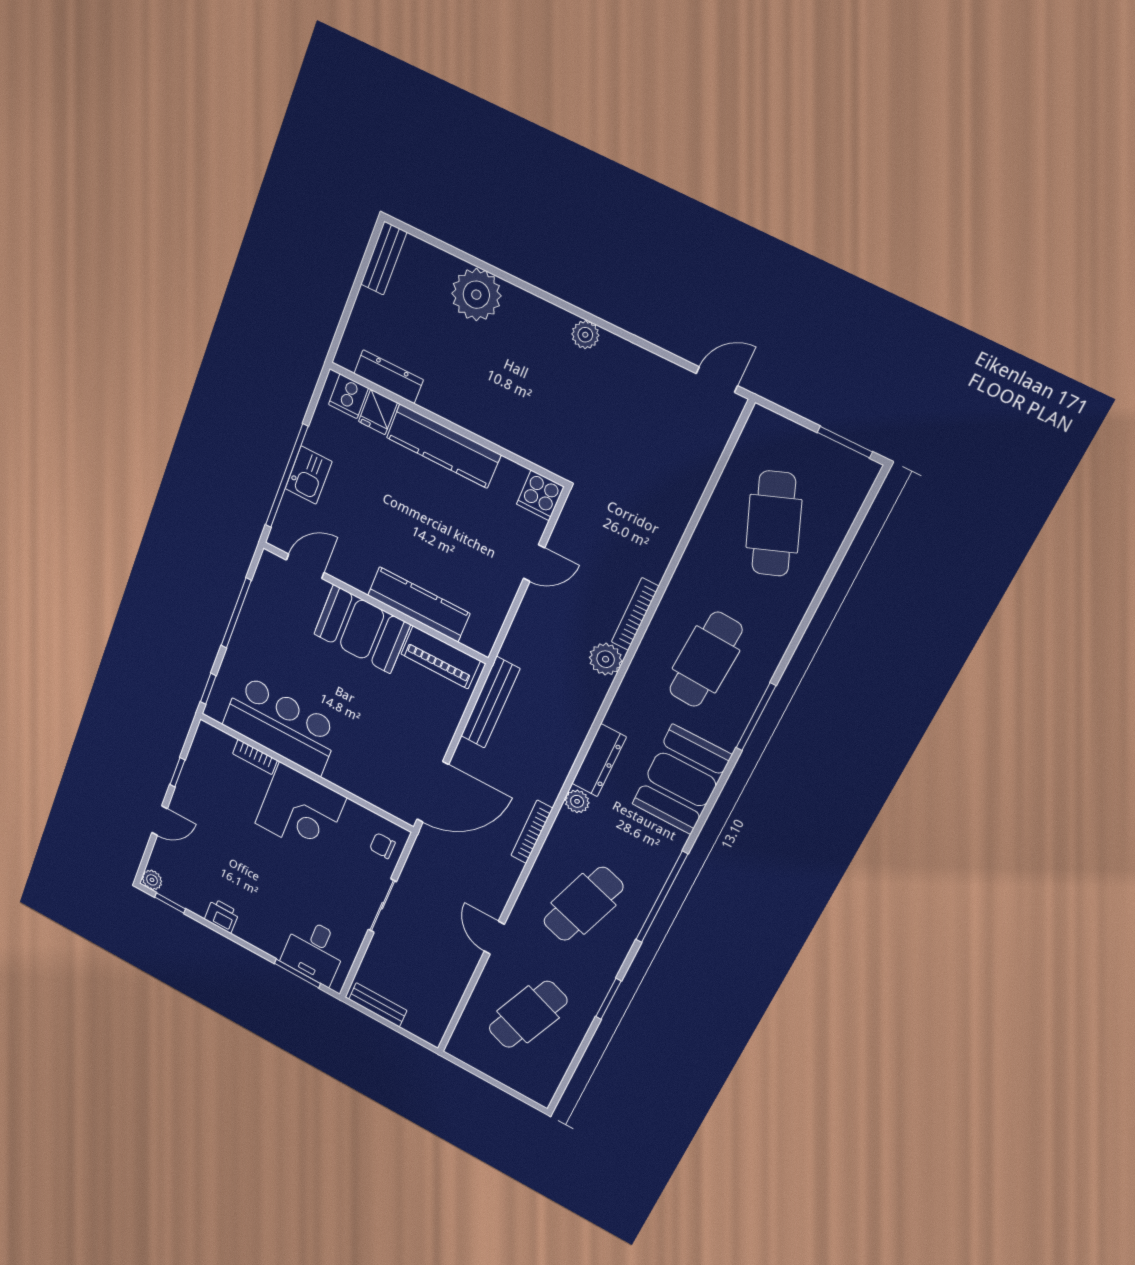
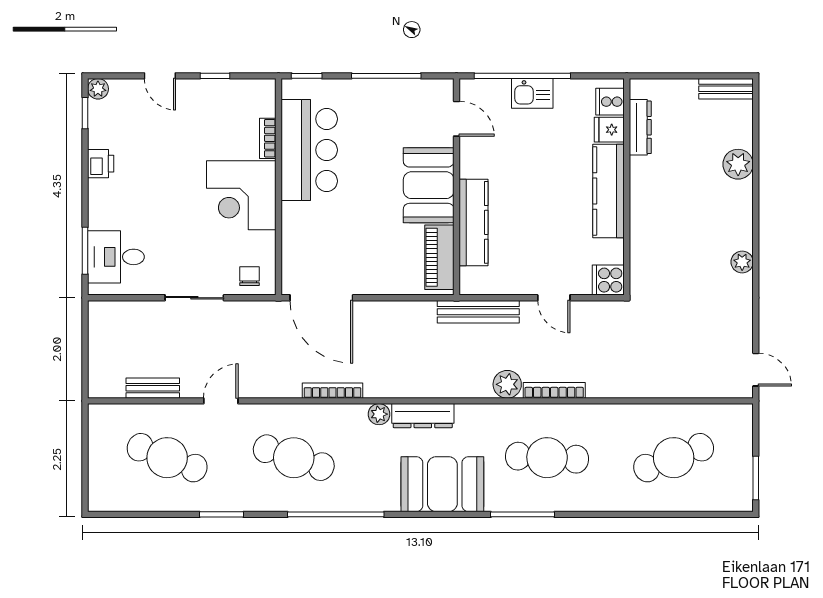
plant: (476, 295) -> (738, 164), width x0.73, depth x0.73
bench: (490, 702) -> (478, 312), moved
bench: (378, 1005) -> (153, 388), moved, turned 90

